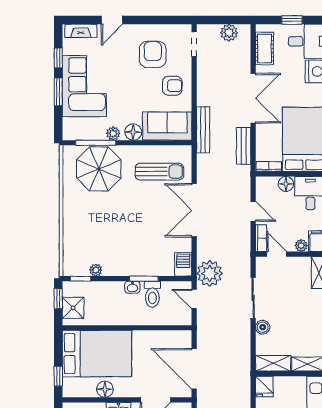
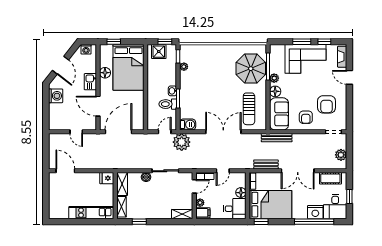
armchair: (153, 54) -> (327, 104), turned 90

